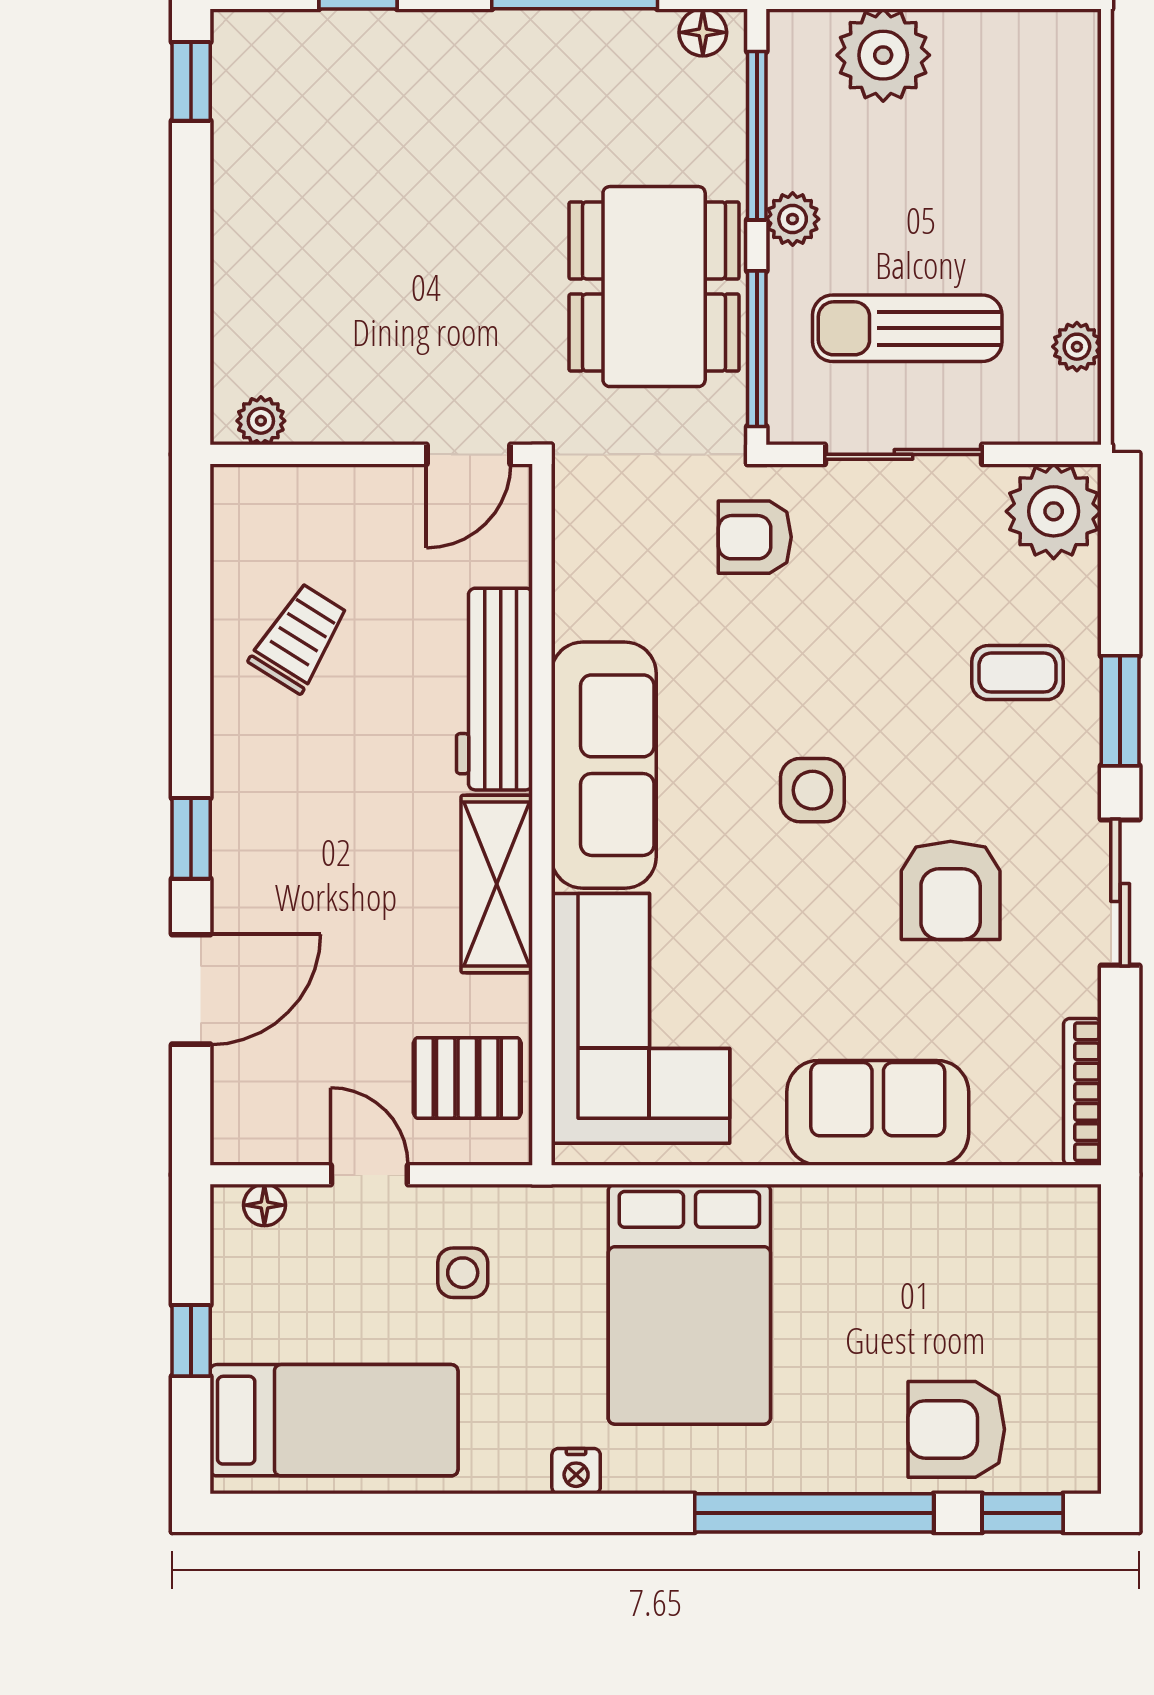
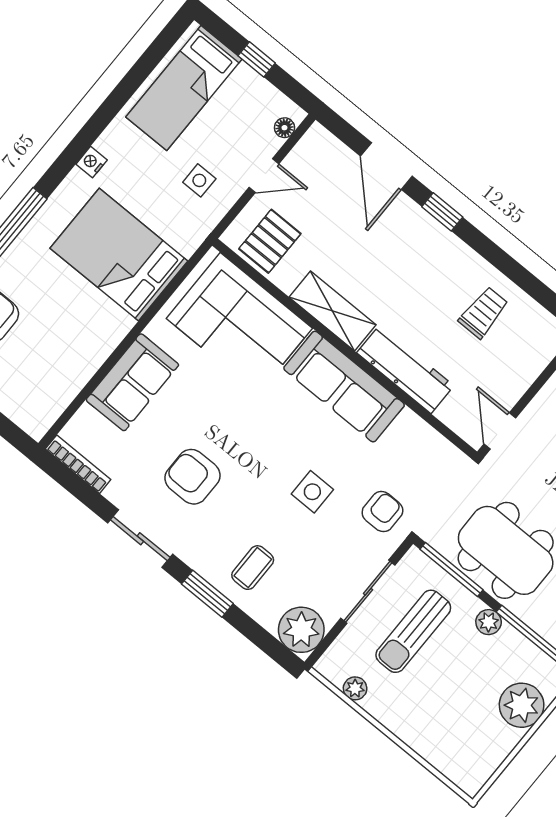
sun lounger: (907, 328) -> (413, 631), turned 180
trolley: (299, 638) -> (483, 313), turned -122
side table: (812, 790) -> (312, 492), moved

